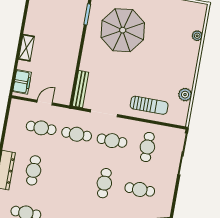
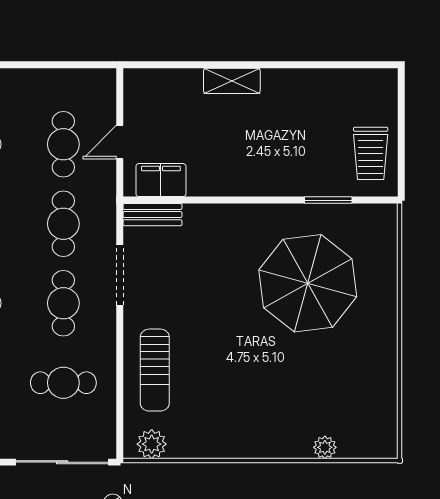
filing cabinet: (22, 82) -> (161, 180), moved, turned 180
bench: (80, 89) -> (152, 215), width x0.73
plant: (185, 95) -> (152, 444), moved
door: (45, 103) -> (120, 142), swing flipped

